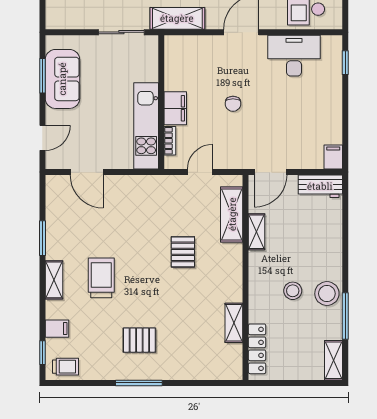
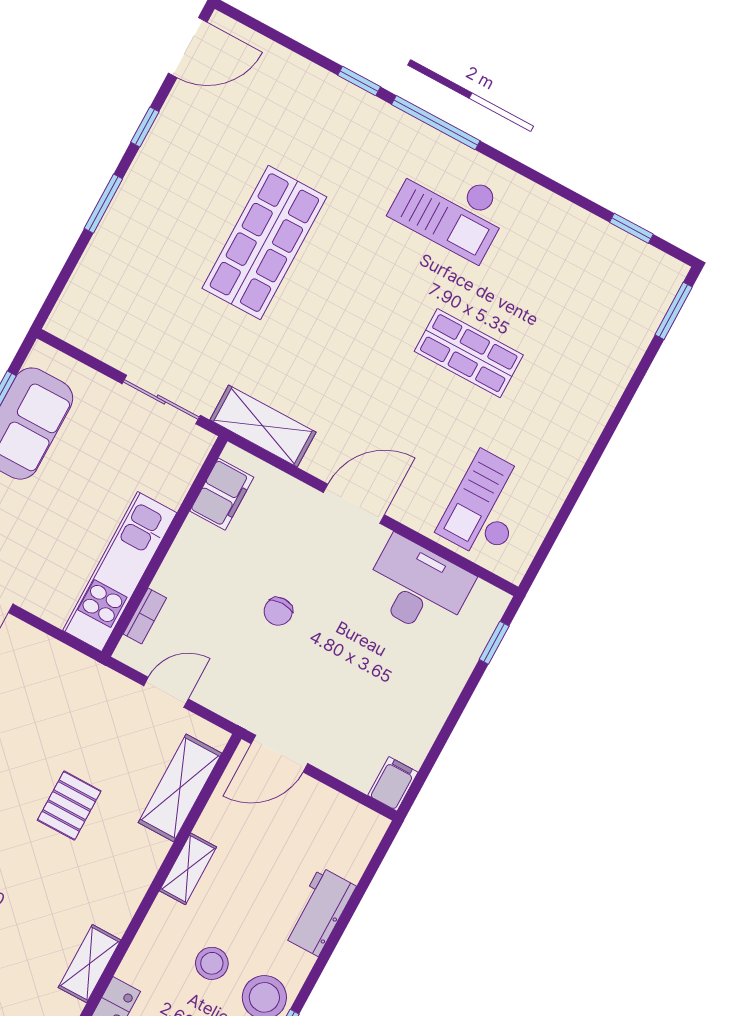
filing cabinet: (175, 108) -> (222, 494), moved
workbench: (320, 186) -> (319, 912), moved, turned 90
shelving: (257, 232) -> (188, 869), moved

